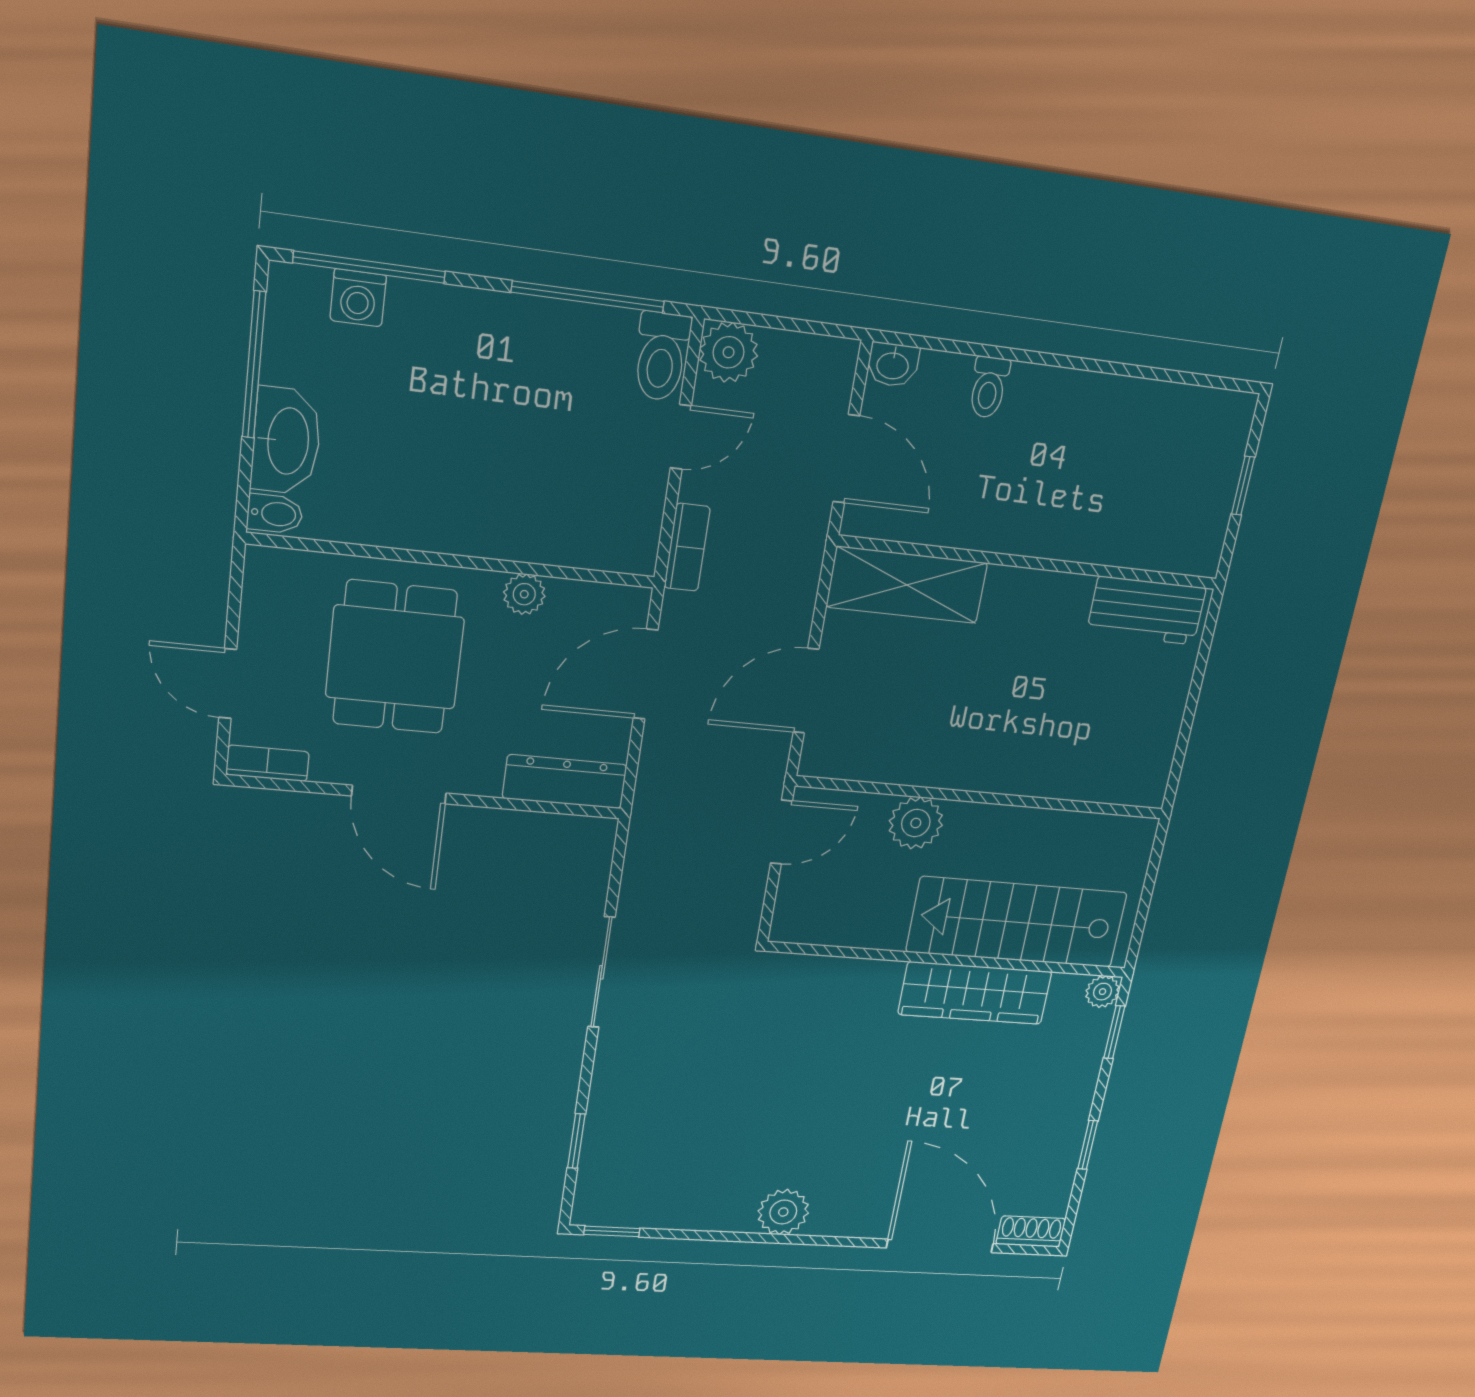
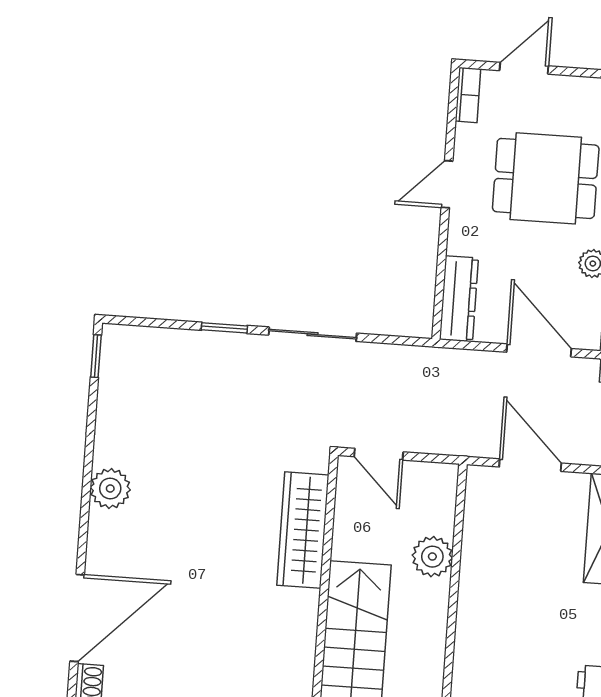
door: (399, 795) -> (447, 184), width x0.73
door: (781, 832) -> (379, 454), moved
wardrobe: (975, 993) -> (303, 530), moved
window: (576, 1141) -> (224, 328), moved

